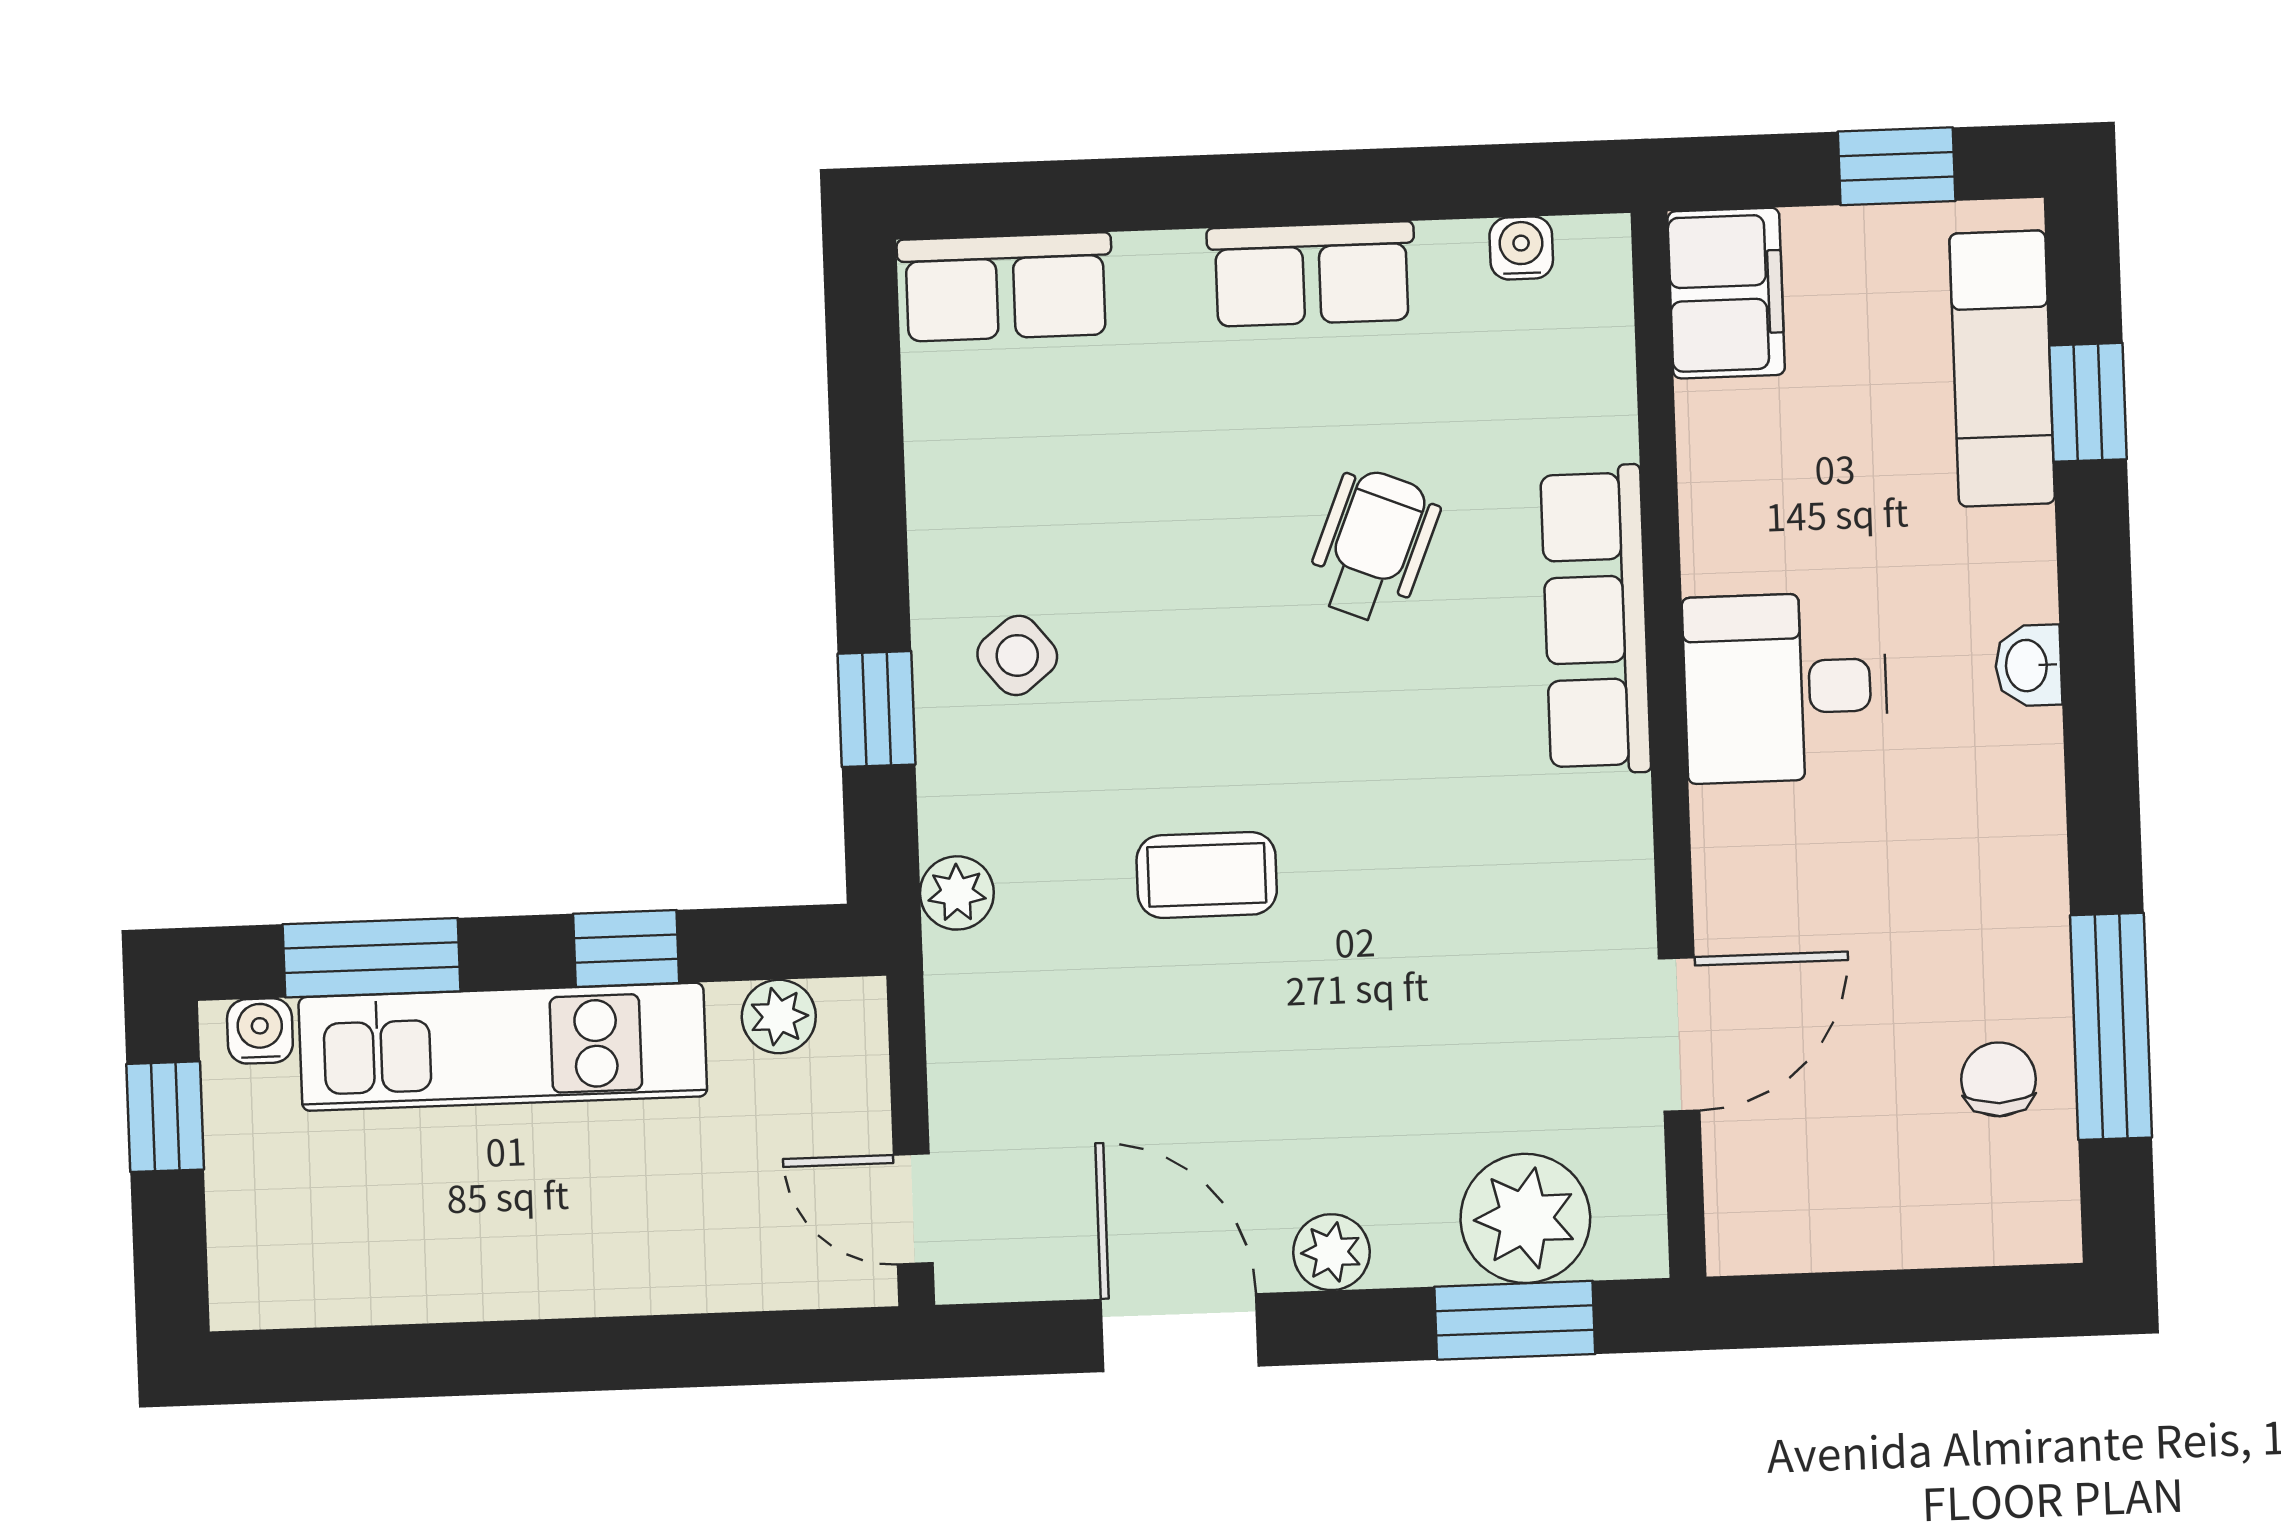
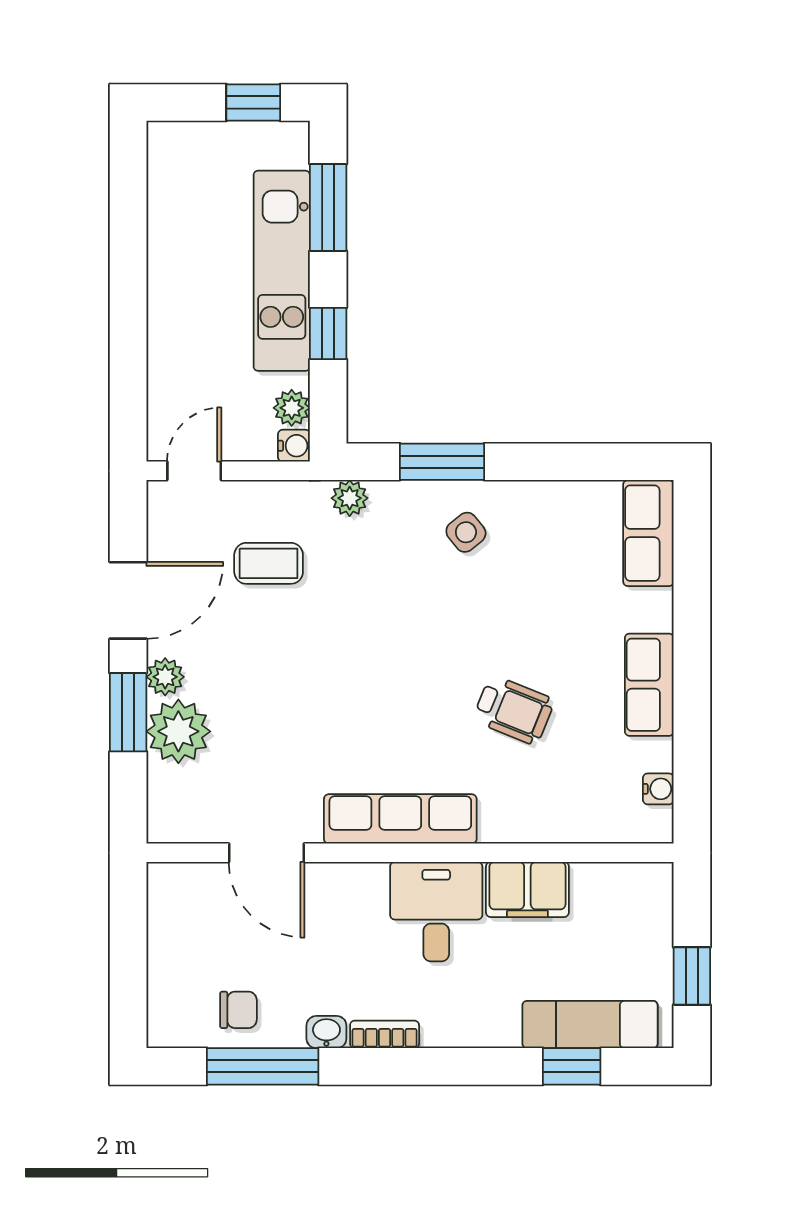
filing cabinet: (1726, 293) -> (527, 889), moved
row of seats: (1596, 620) -> (400, 819), moved
washbasin: (2028, 666) -> (326, 1032), moved
window: (877, 709) -> (442, 462), width x1.50
bookcase: (2037, 783) -> (385, 1034), added
coffee table: (1207, 875) -> (269, 563), moved, turned 90
water cooler: (260, 1031) -> (294, 446), moved
plant: (1525, 1218) -> (178, 731), moved
window: (1515, 1320) -> (128, 712), moved

